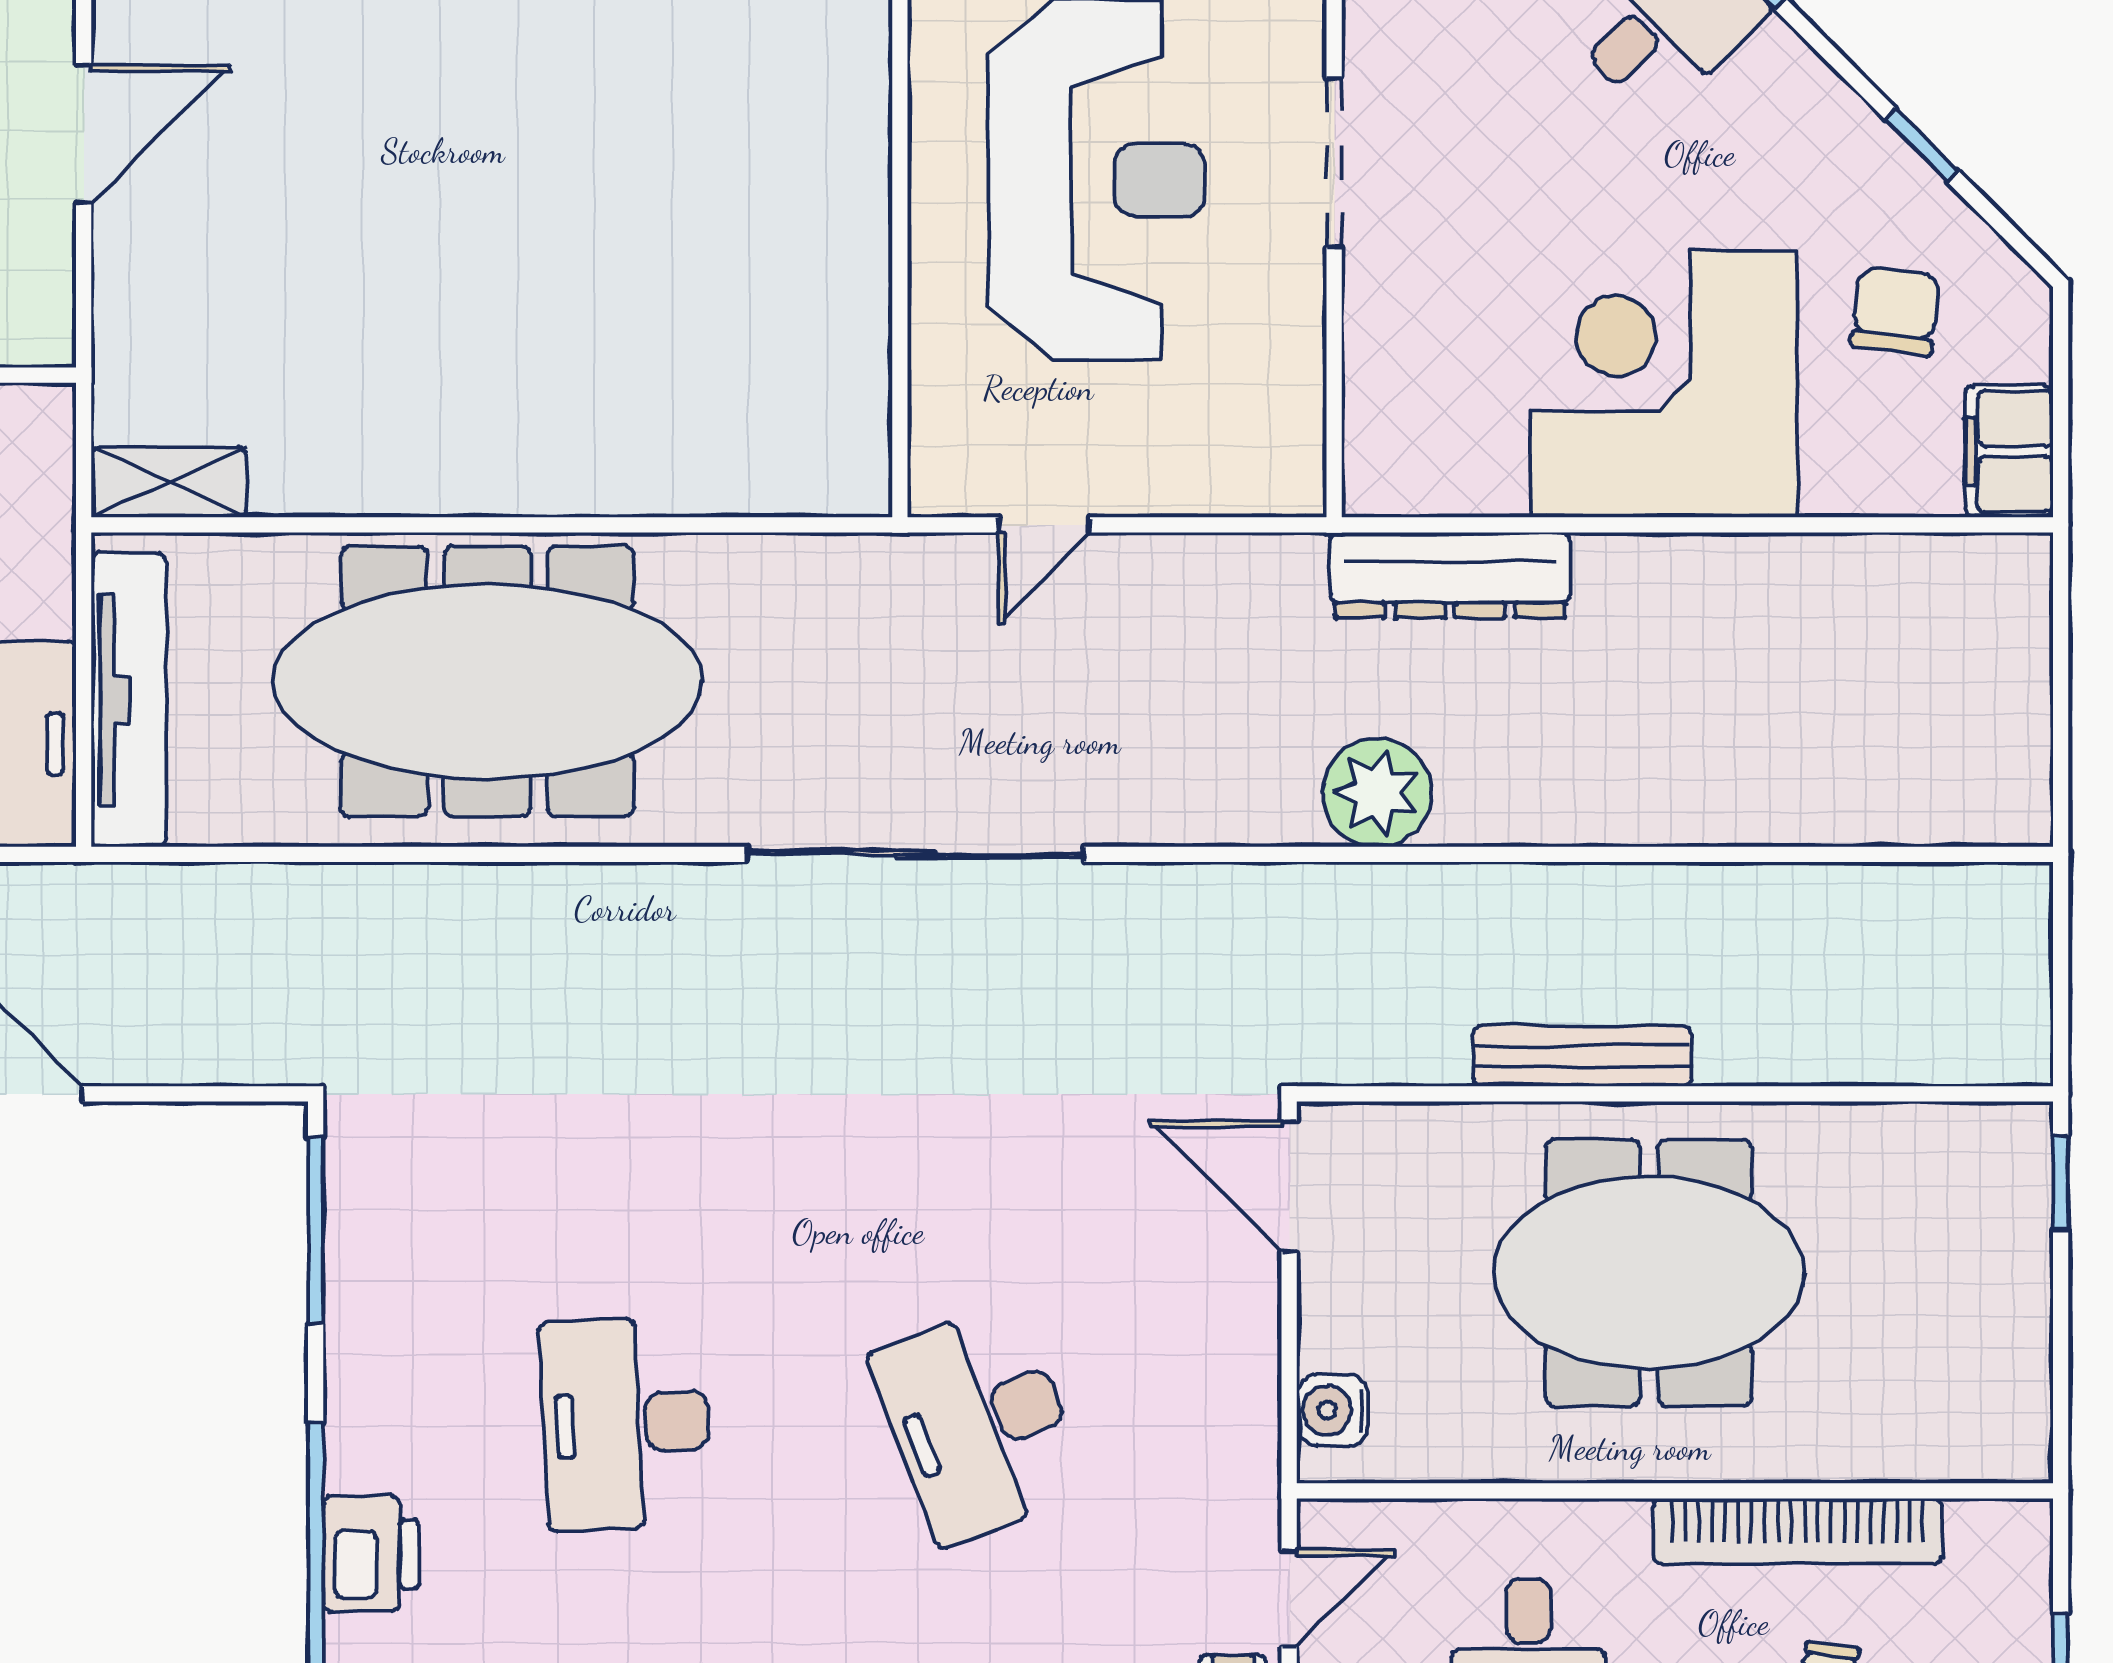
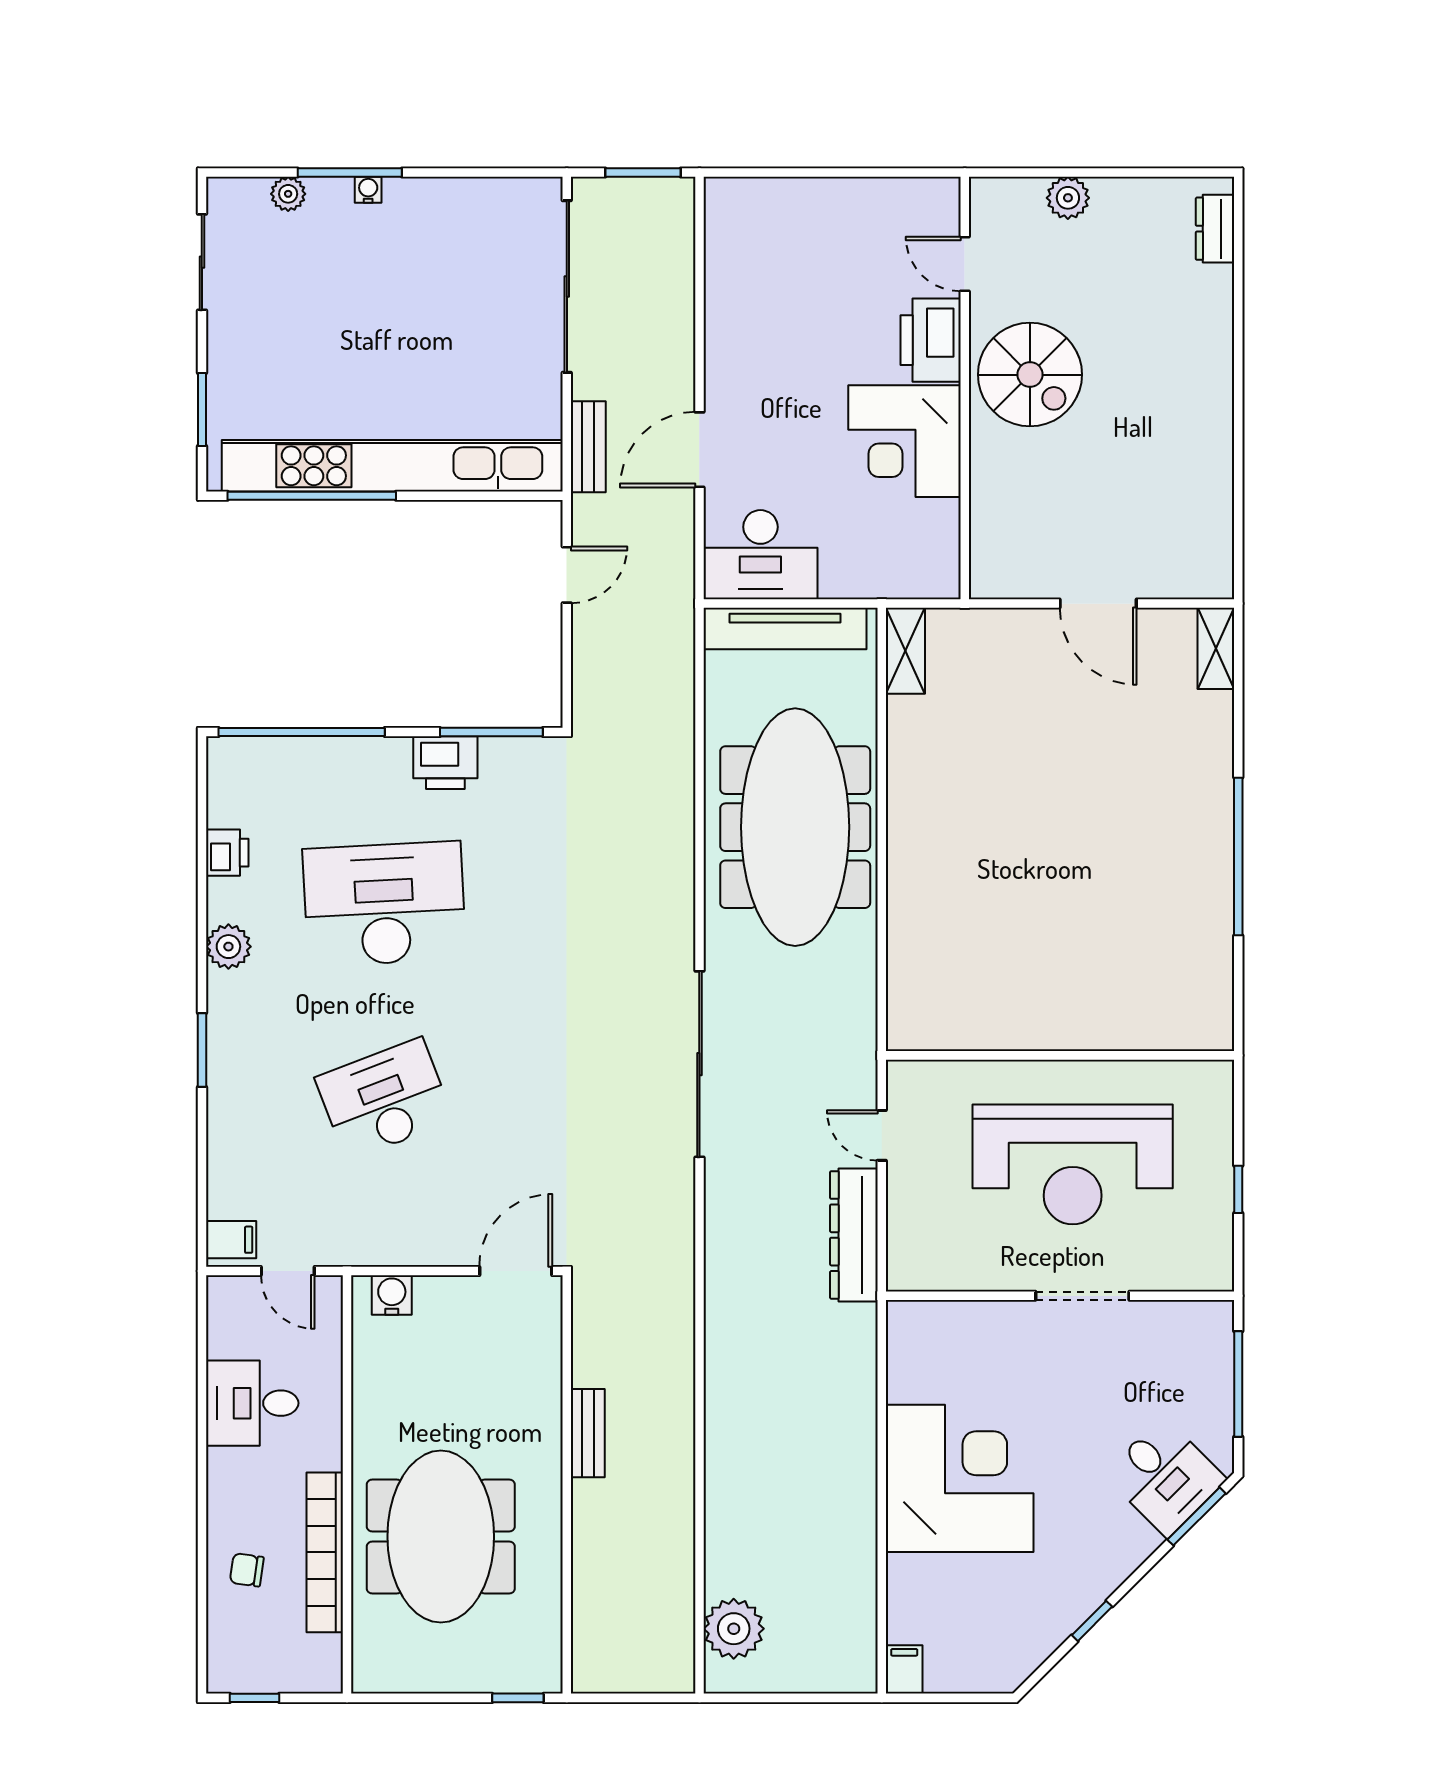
chair: (1895, 311) -> (1000, 1606), removed
filing cabinet: (2009, 451) -> (904, 1669), width x0.50
dresser: (1450, 575) -> (854, 1235), moved
plant: (1377, 792) -> (734, 1629), moved
bench: (1582, 1056) -> (588, 1433), width x0.73
meeting table: (1649, 1273) -> (441, 1537), moved
desk: (626, 1423) -> (384, 904), width x1.36, depth x1.30
printer: (371, 1554) -> (445, 763), moved

